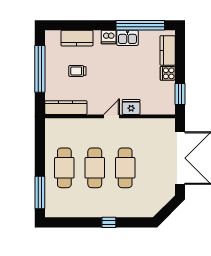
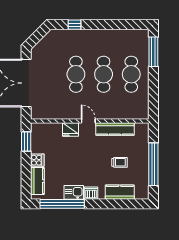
kitchen counter: (66, 108) -> (115, 129), moved
door: (112, 116) -> (88, 121), swing flipped
window: (109, 222) -> (75, 25), moved

